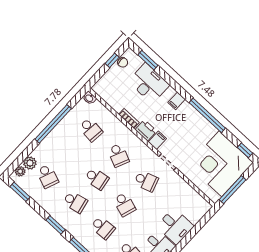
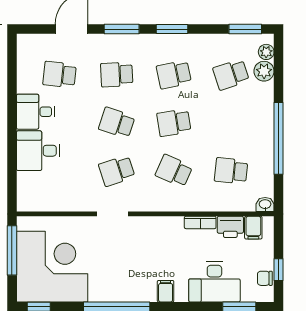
printer: (146, 130) -> (230, 227), moved
filing cabinet: (157, 140) -> (253, 228), moved
school desk: (47, 176) -> (231, 75), turned -39

